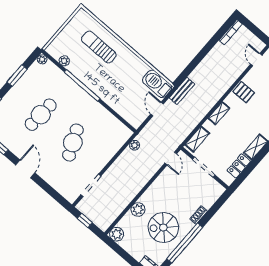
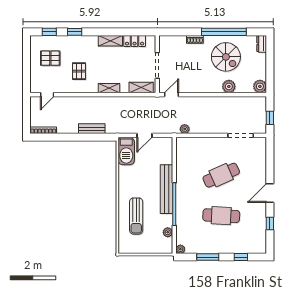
bench: (99, 90) -> (166, 189), added
bench: (182, 91) -> (92, 129), moved
pallet: (244, 92) -> (79, 71), moved

